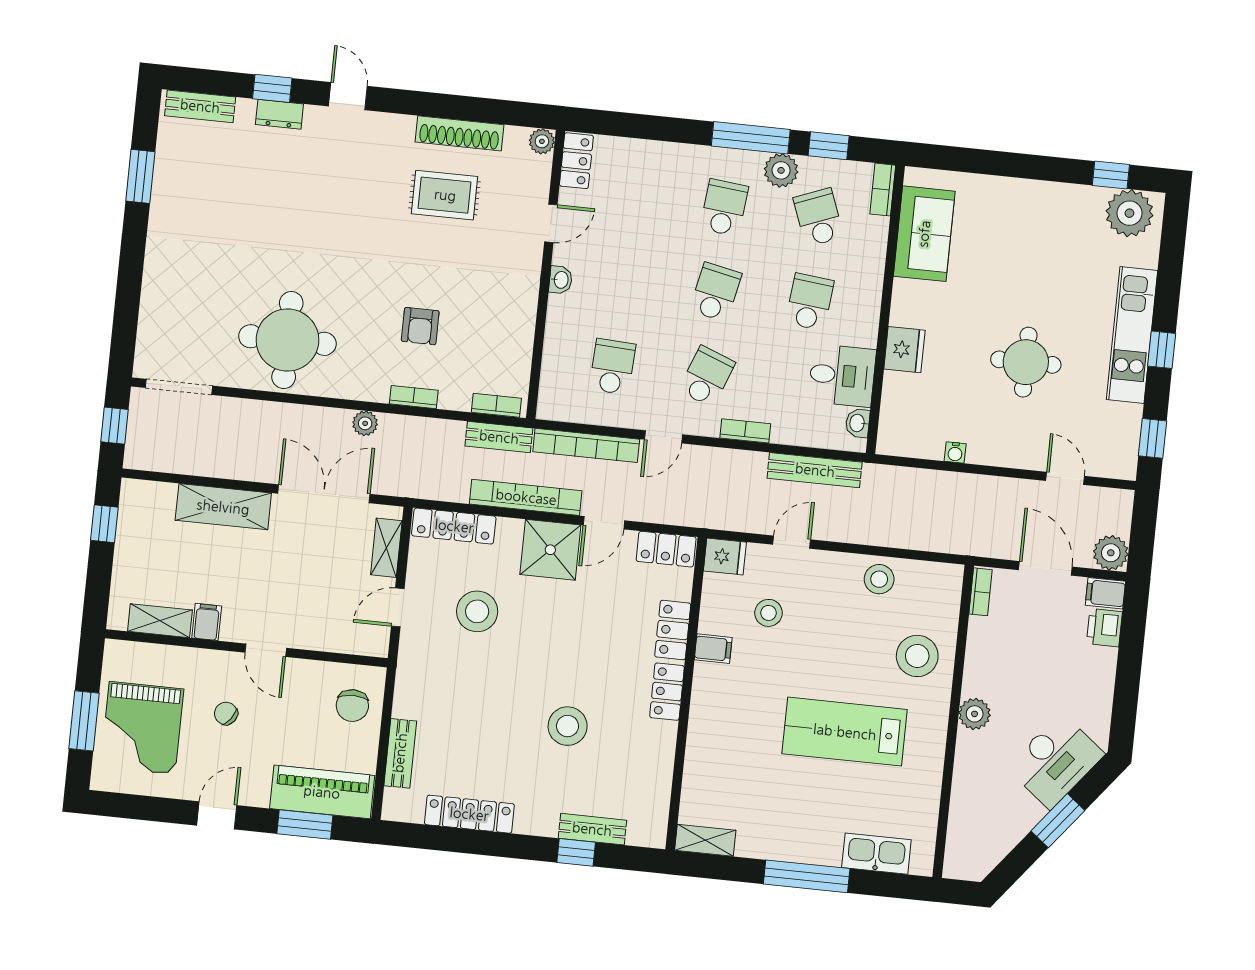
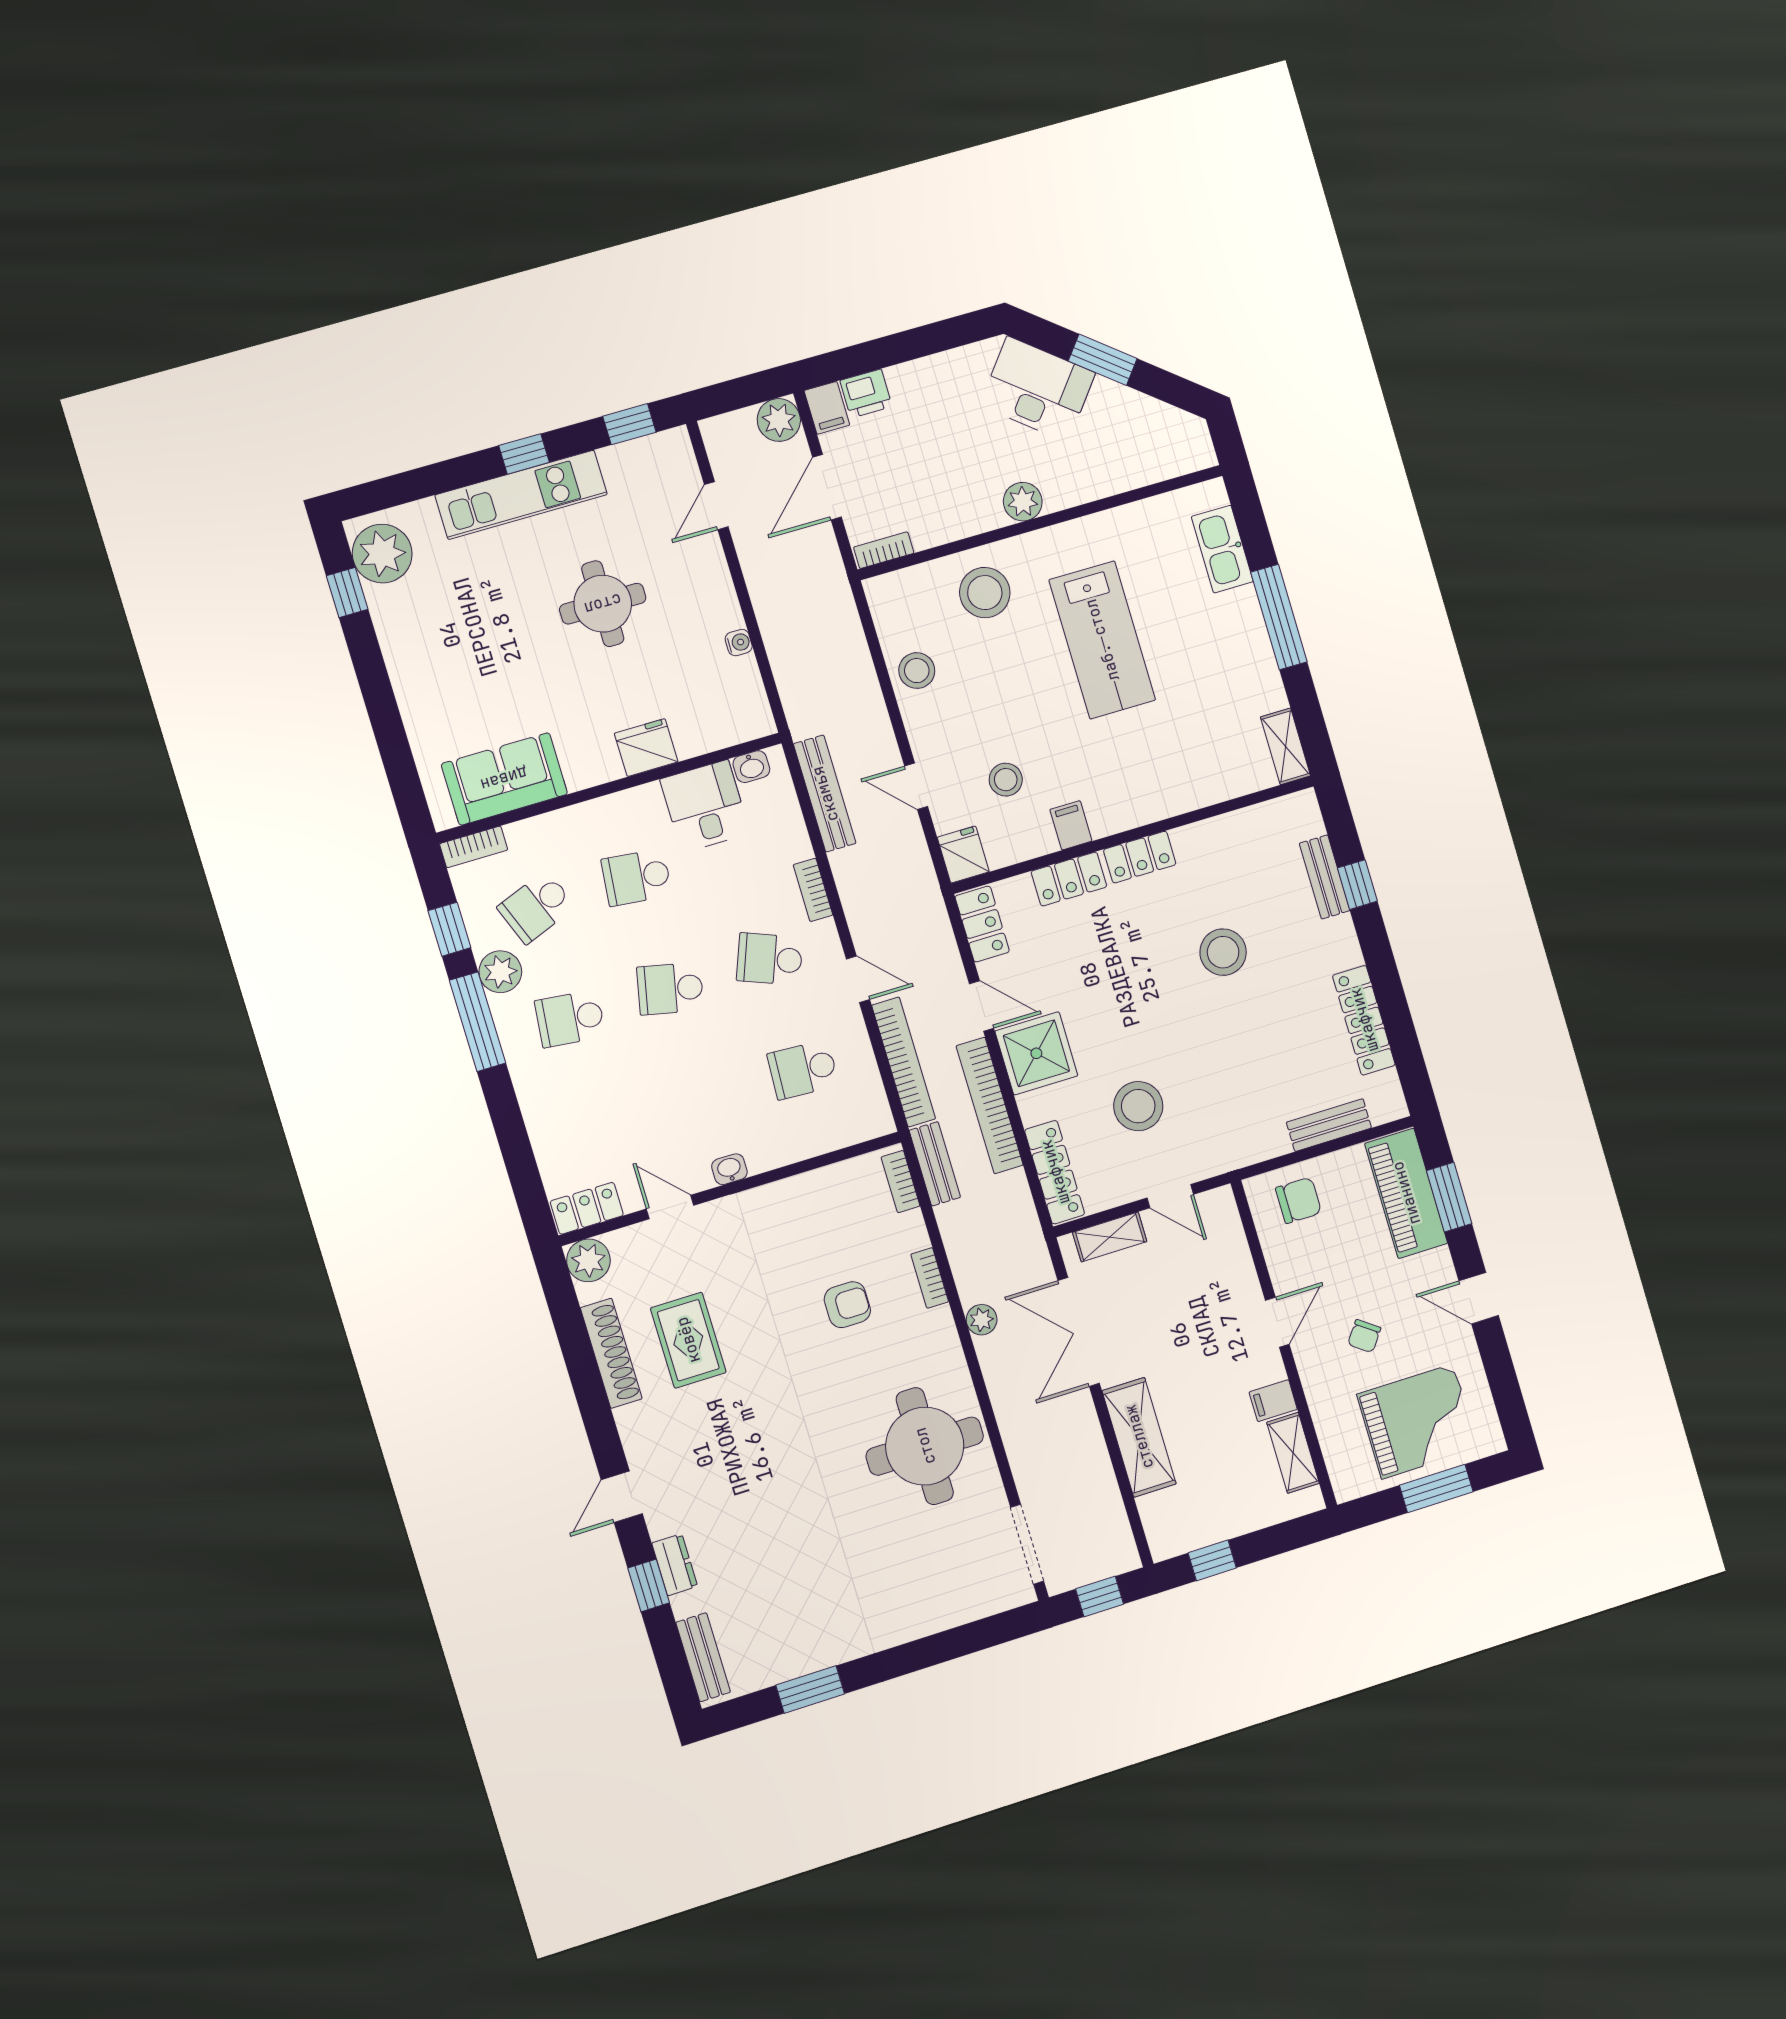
plant: (542, 141) -> (588, 1260), width x1.38, depth x1.38

